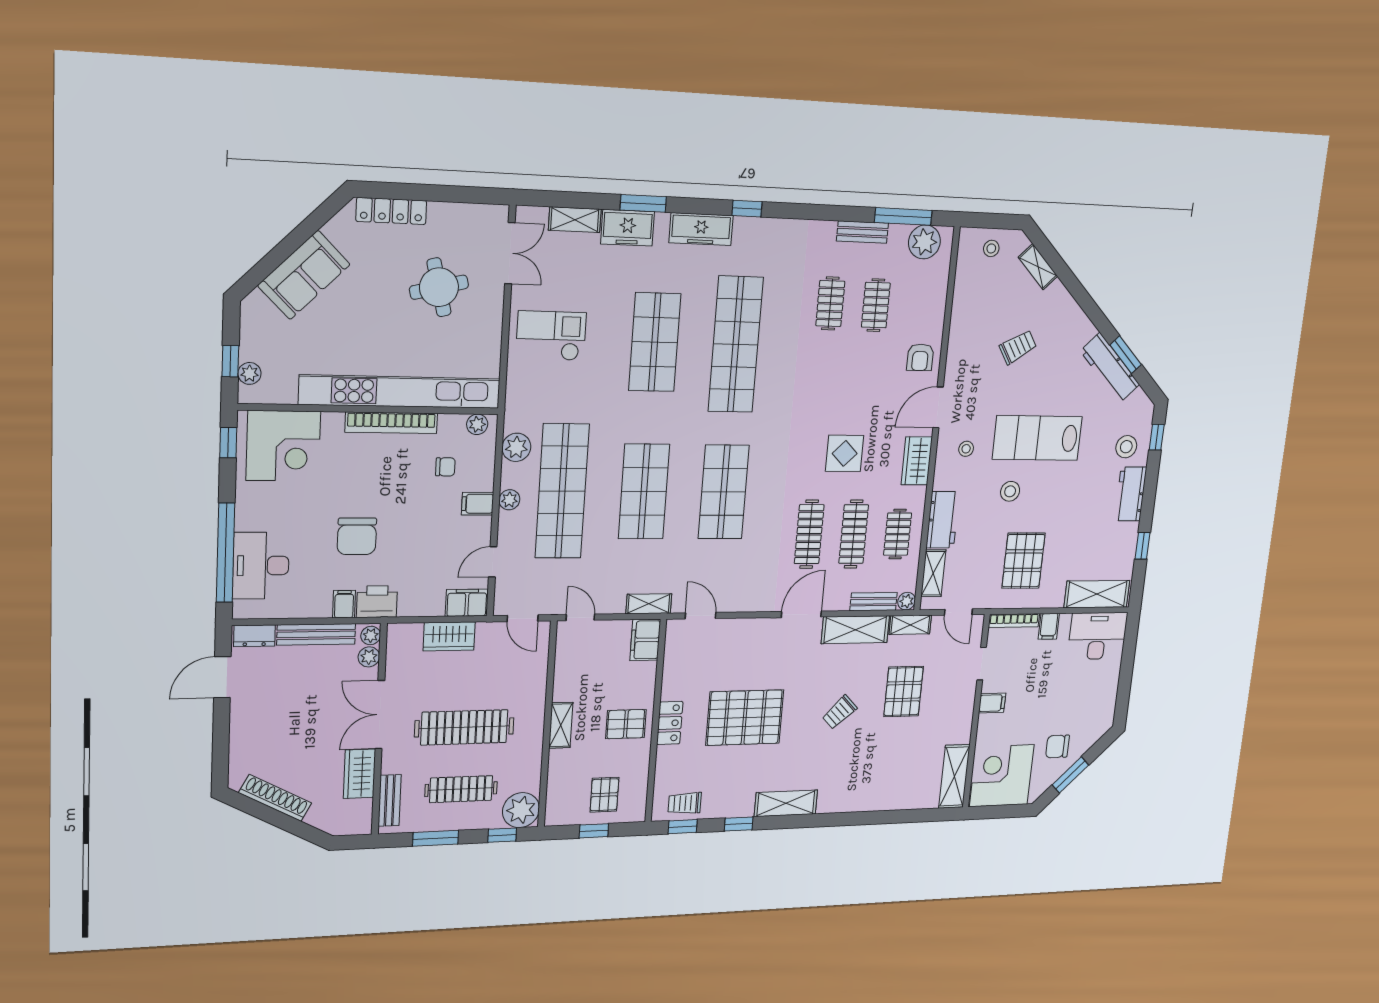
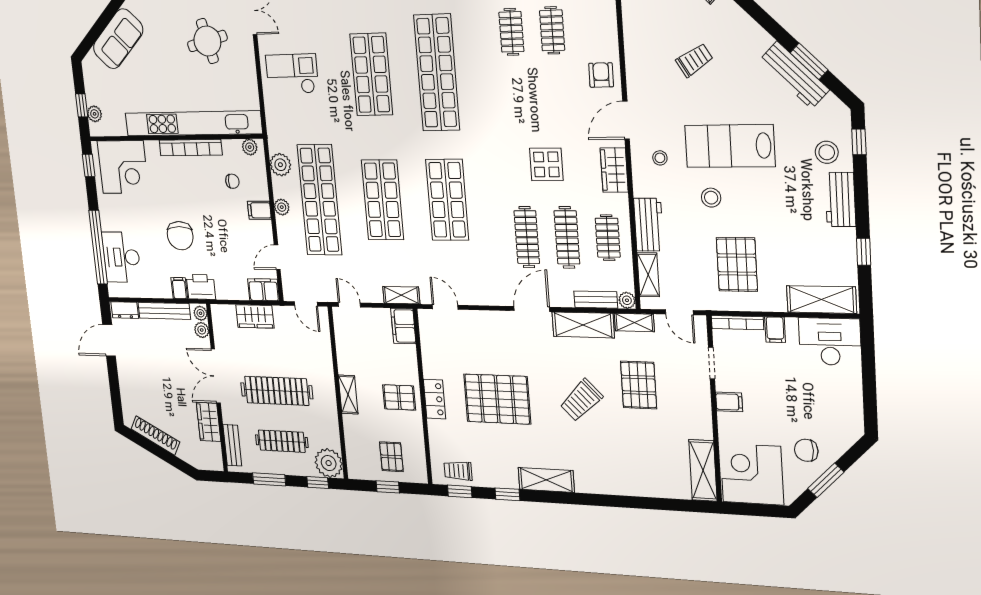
armchair: (920, 357) -> (601, 75), turned 180
trolley: (839, 712) -> (581, 400), width x1.36, depth x1.39

